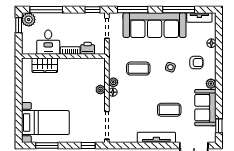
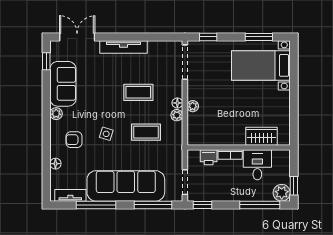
coffee table: (169, 110) -> (138, 92), moved

